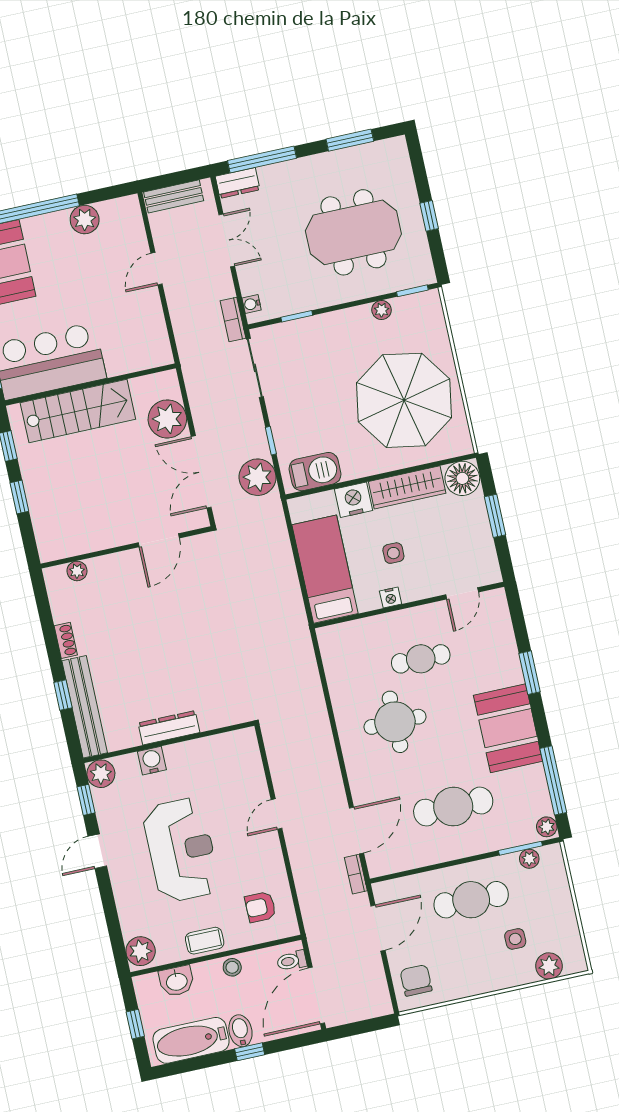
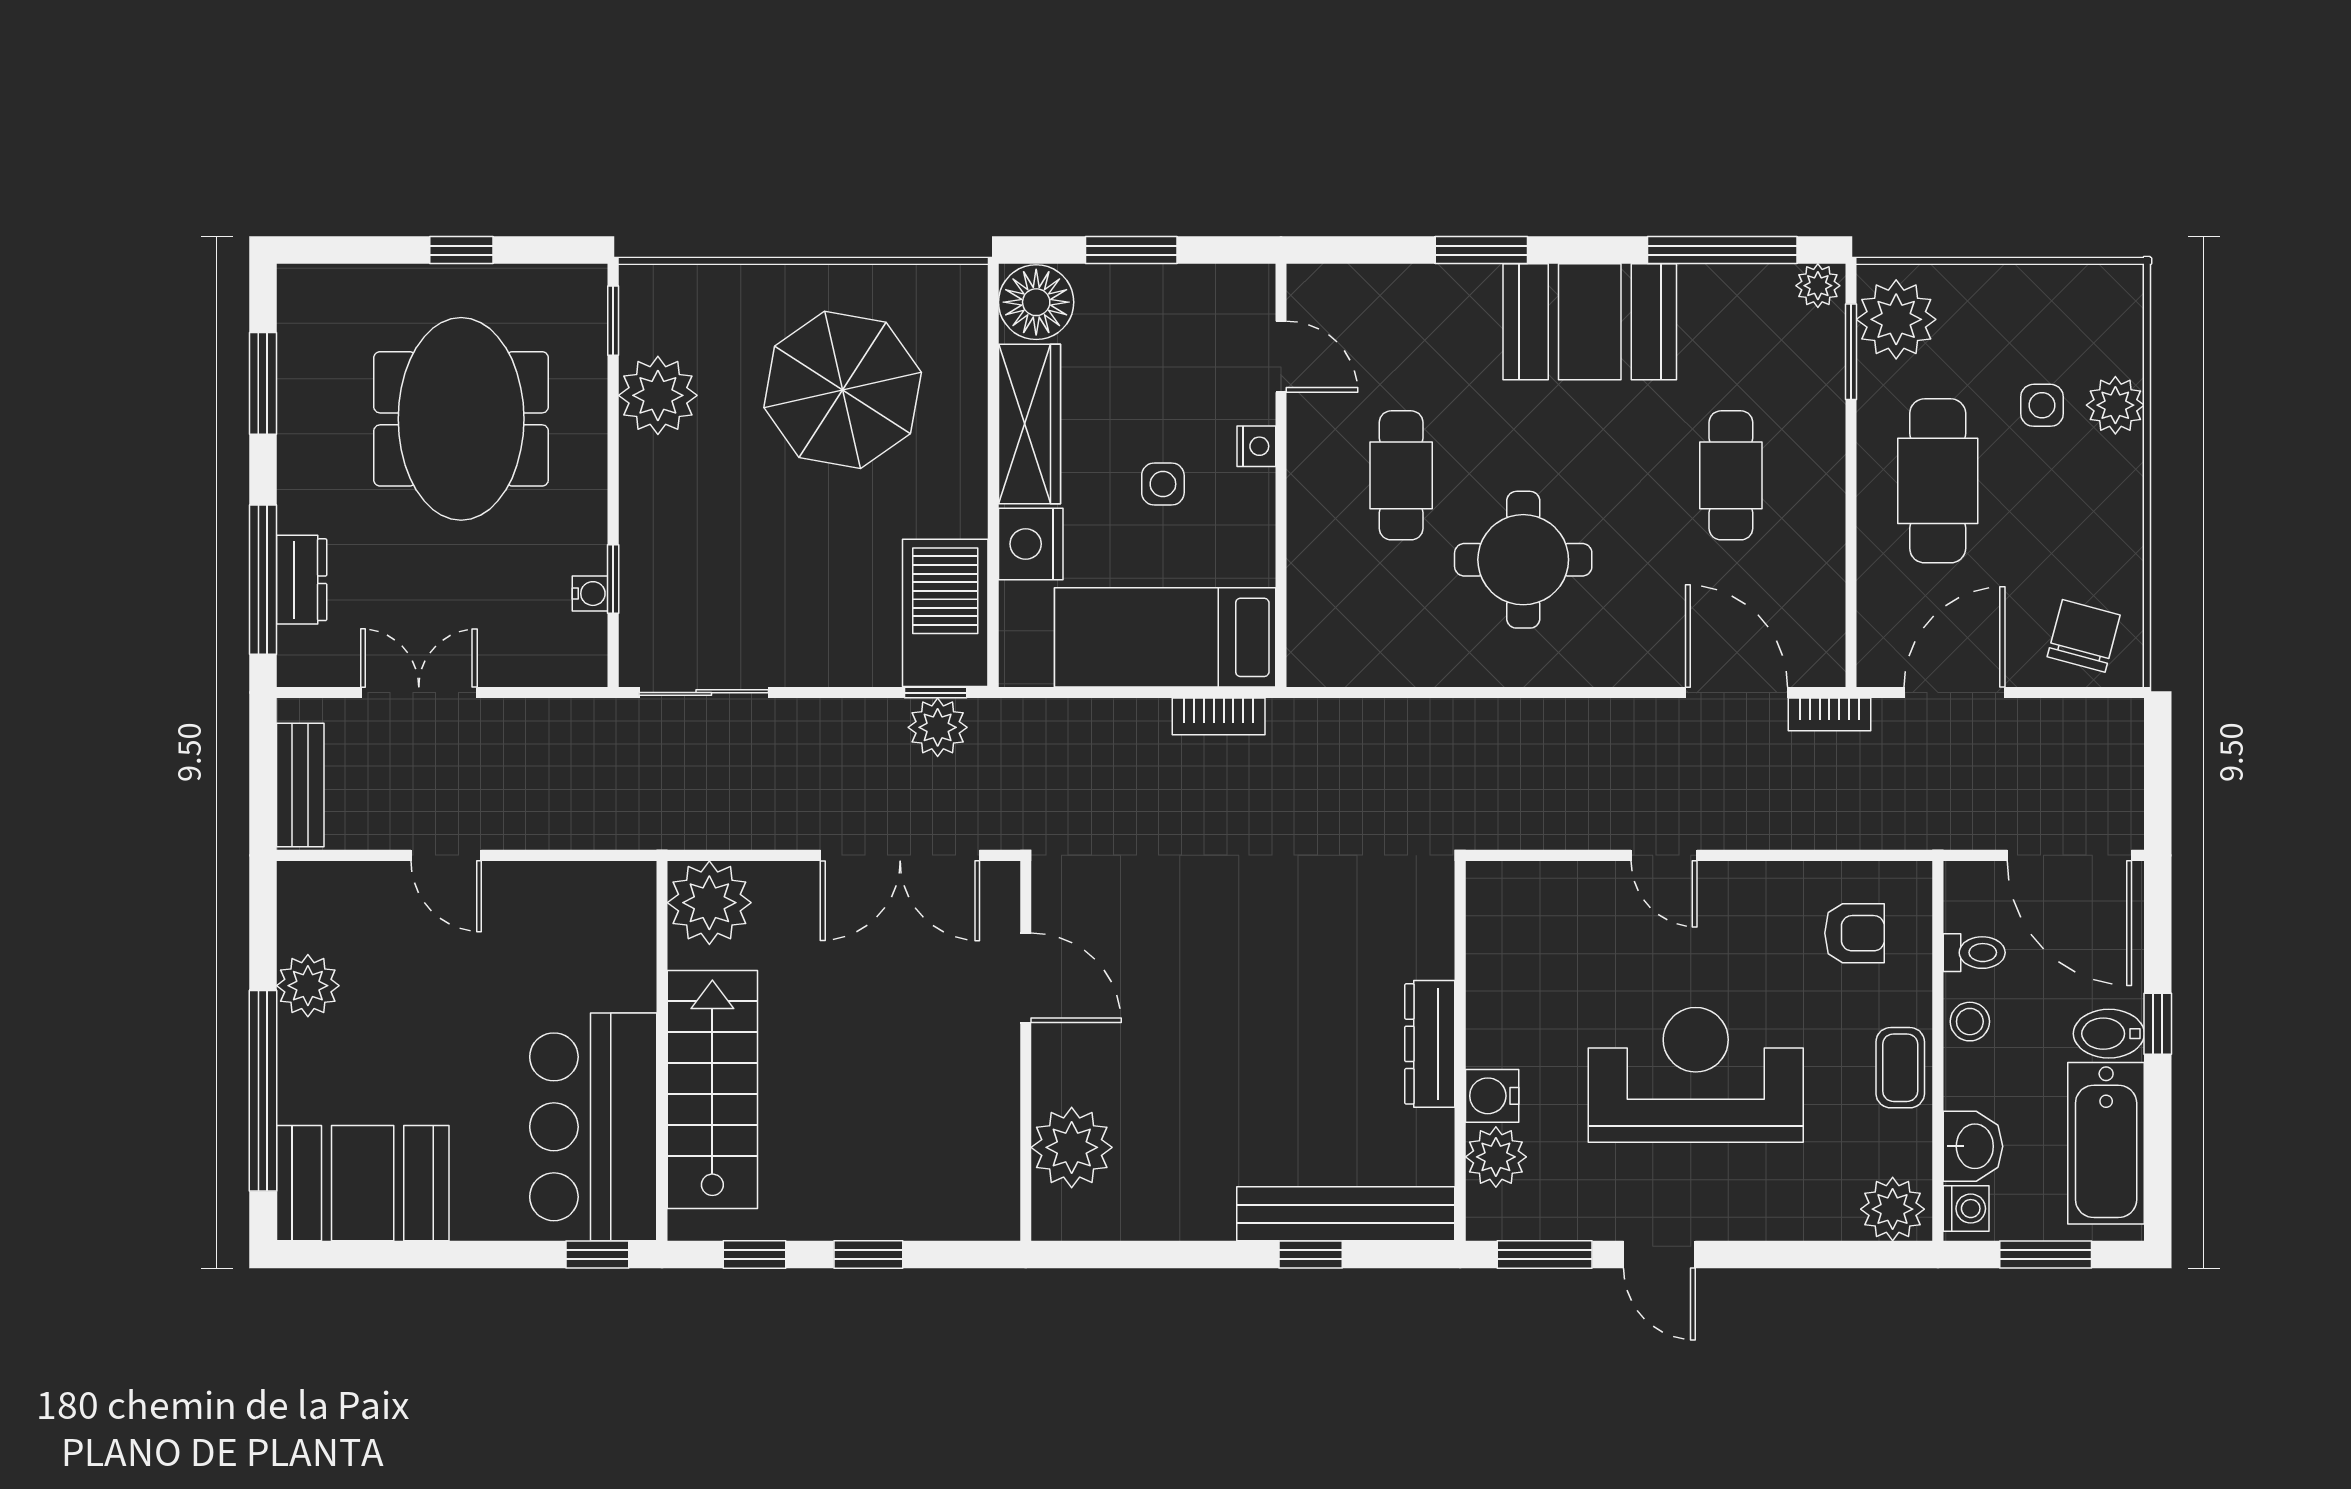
dresser: (238, 183) -> (302, 580), moved
water cooler: (252, 304) -> (590, 594), moved, turned -90
plant: (382, 310) -> (658, 395), width x1.88, depth x1.88
bookcase: (233, 320) -> (1219, 716), moved
parasol: (404, 400) -> (843, 390), width x0.73, depth x0.73
plant: (167, 419) -> (709, 903), moved
window: (271, 441) -> (936, 693), moved
barbecue: (315, 472) -> (945, 613), width x1.37, depth x1.21
plant: (257, 477) -> (938, 727), width x0.73, depth x0.73
plant: (77, 571) -> (1072, 1147), width x1.88, depth x1.88
nightstand: (391, 598) -> (1256, 446), moved
shoe rack: (66, 640) -> (1196, 1223), removed
plant: (101, 774) -> (1496, 1157), moved
window: (86, 800) -> (1545, 1254), width x1.50
cafe table: (453, 807) -> (1731, 475), width x0.73, depth x0.74
plant: (529, 859) -> (1896, 319), width x1.87, depth x1.87
armchair: (260, 907) -> (1855, 933), turned -90
door: (378, 928) -> (1954, 693), hinge flipped
toilet: (292, 961) -> (1974, 953), moved, turned -90
plant: (549, 966) -> (2115, 405), moved
chair: (416, 980) -> (2084, 636), turned 105
washing machine: (148, 984) -> (1966, 1209), added
window: (135, 1024) -> (2046, 1254), width x1.50

